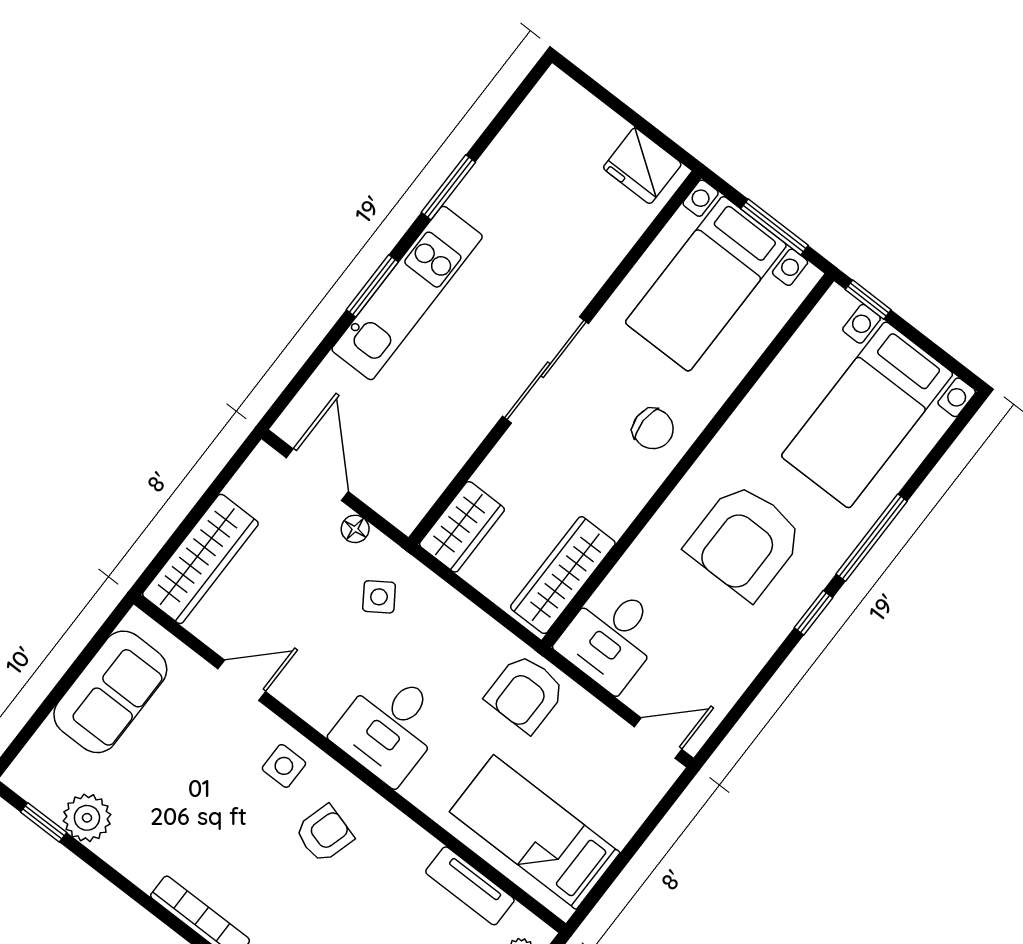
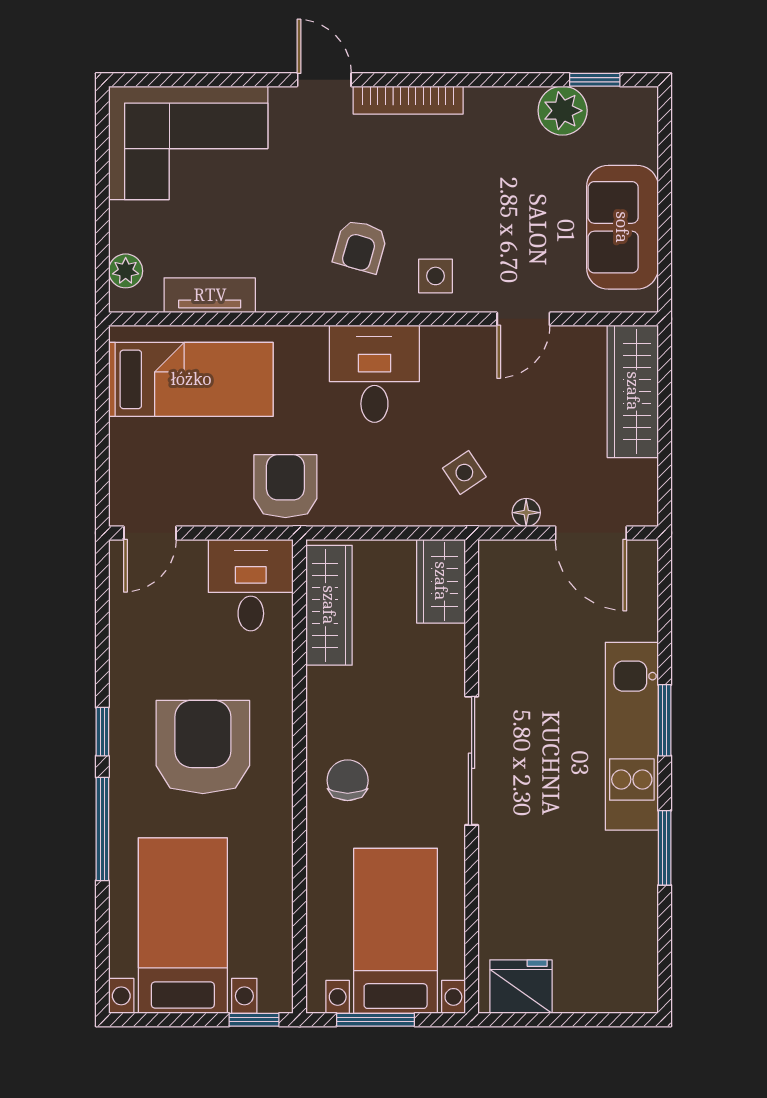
chair: (653, 429) -> (348, 780), turned 90

